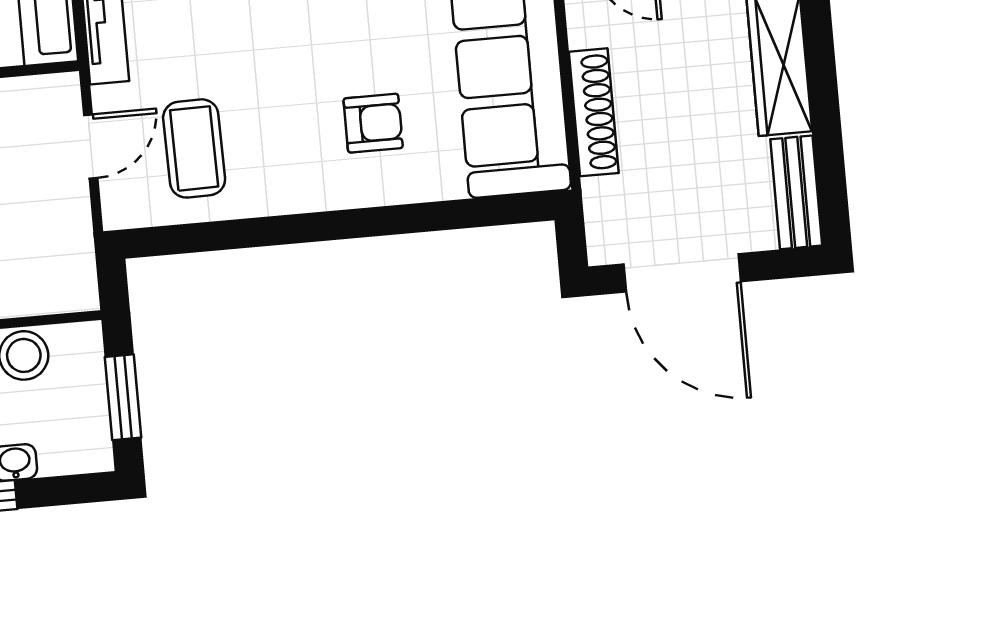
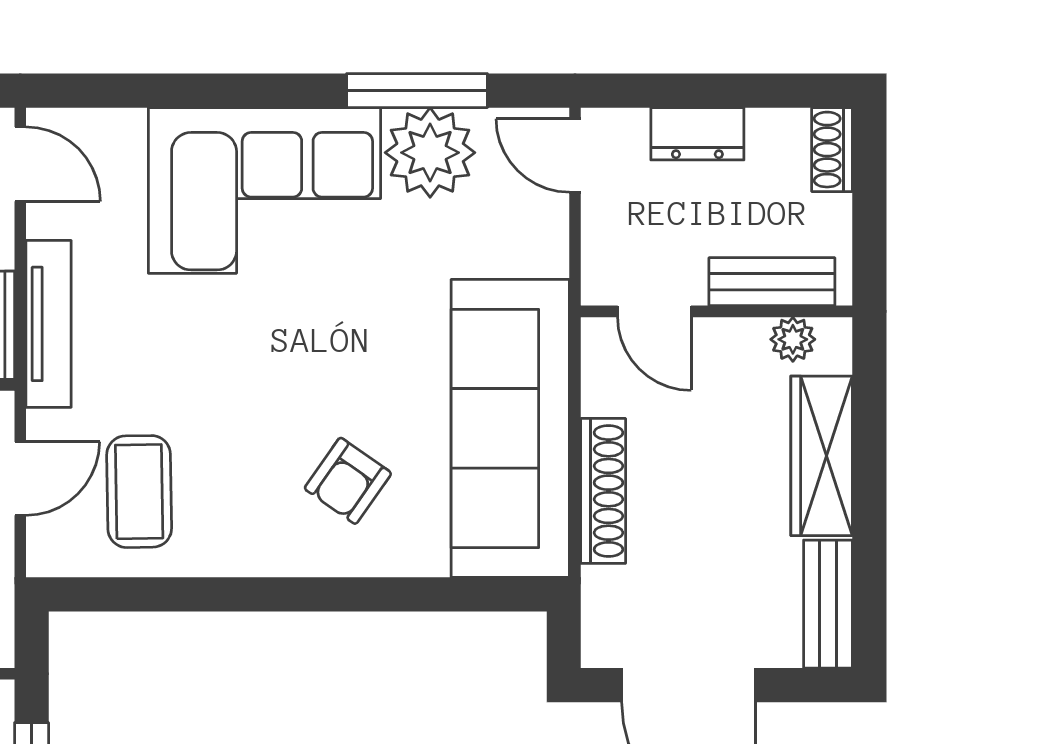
armchair: (373, 123) -> (348, 481), turned 125

